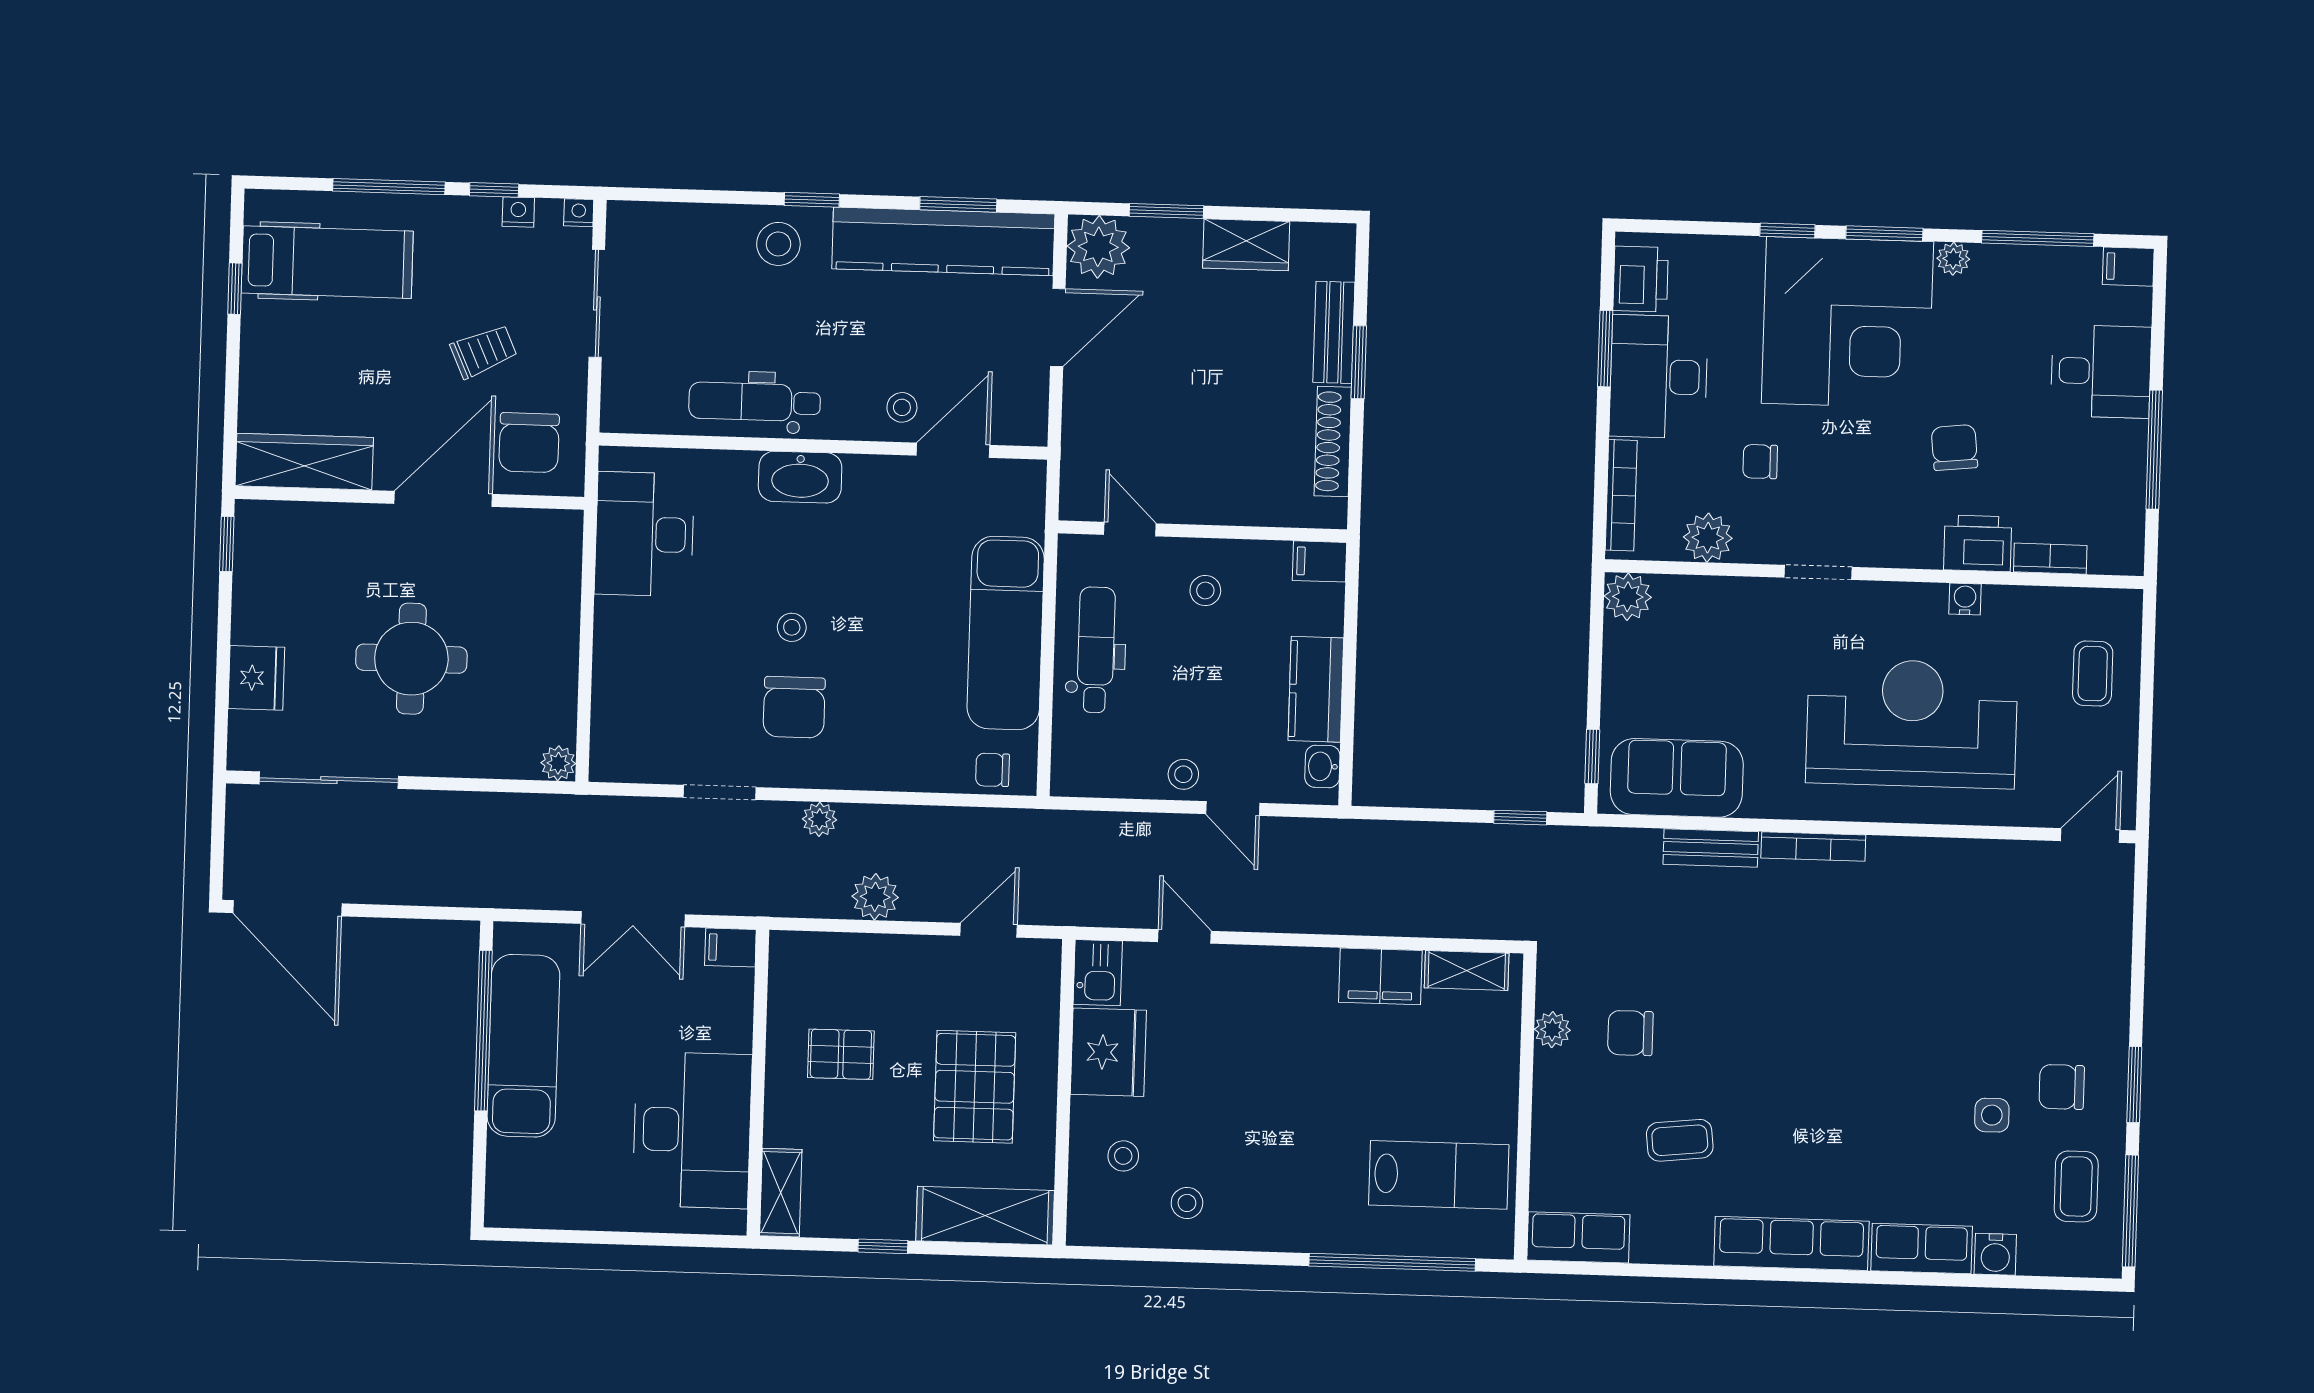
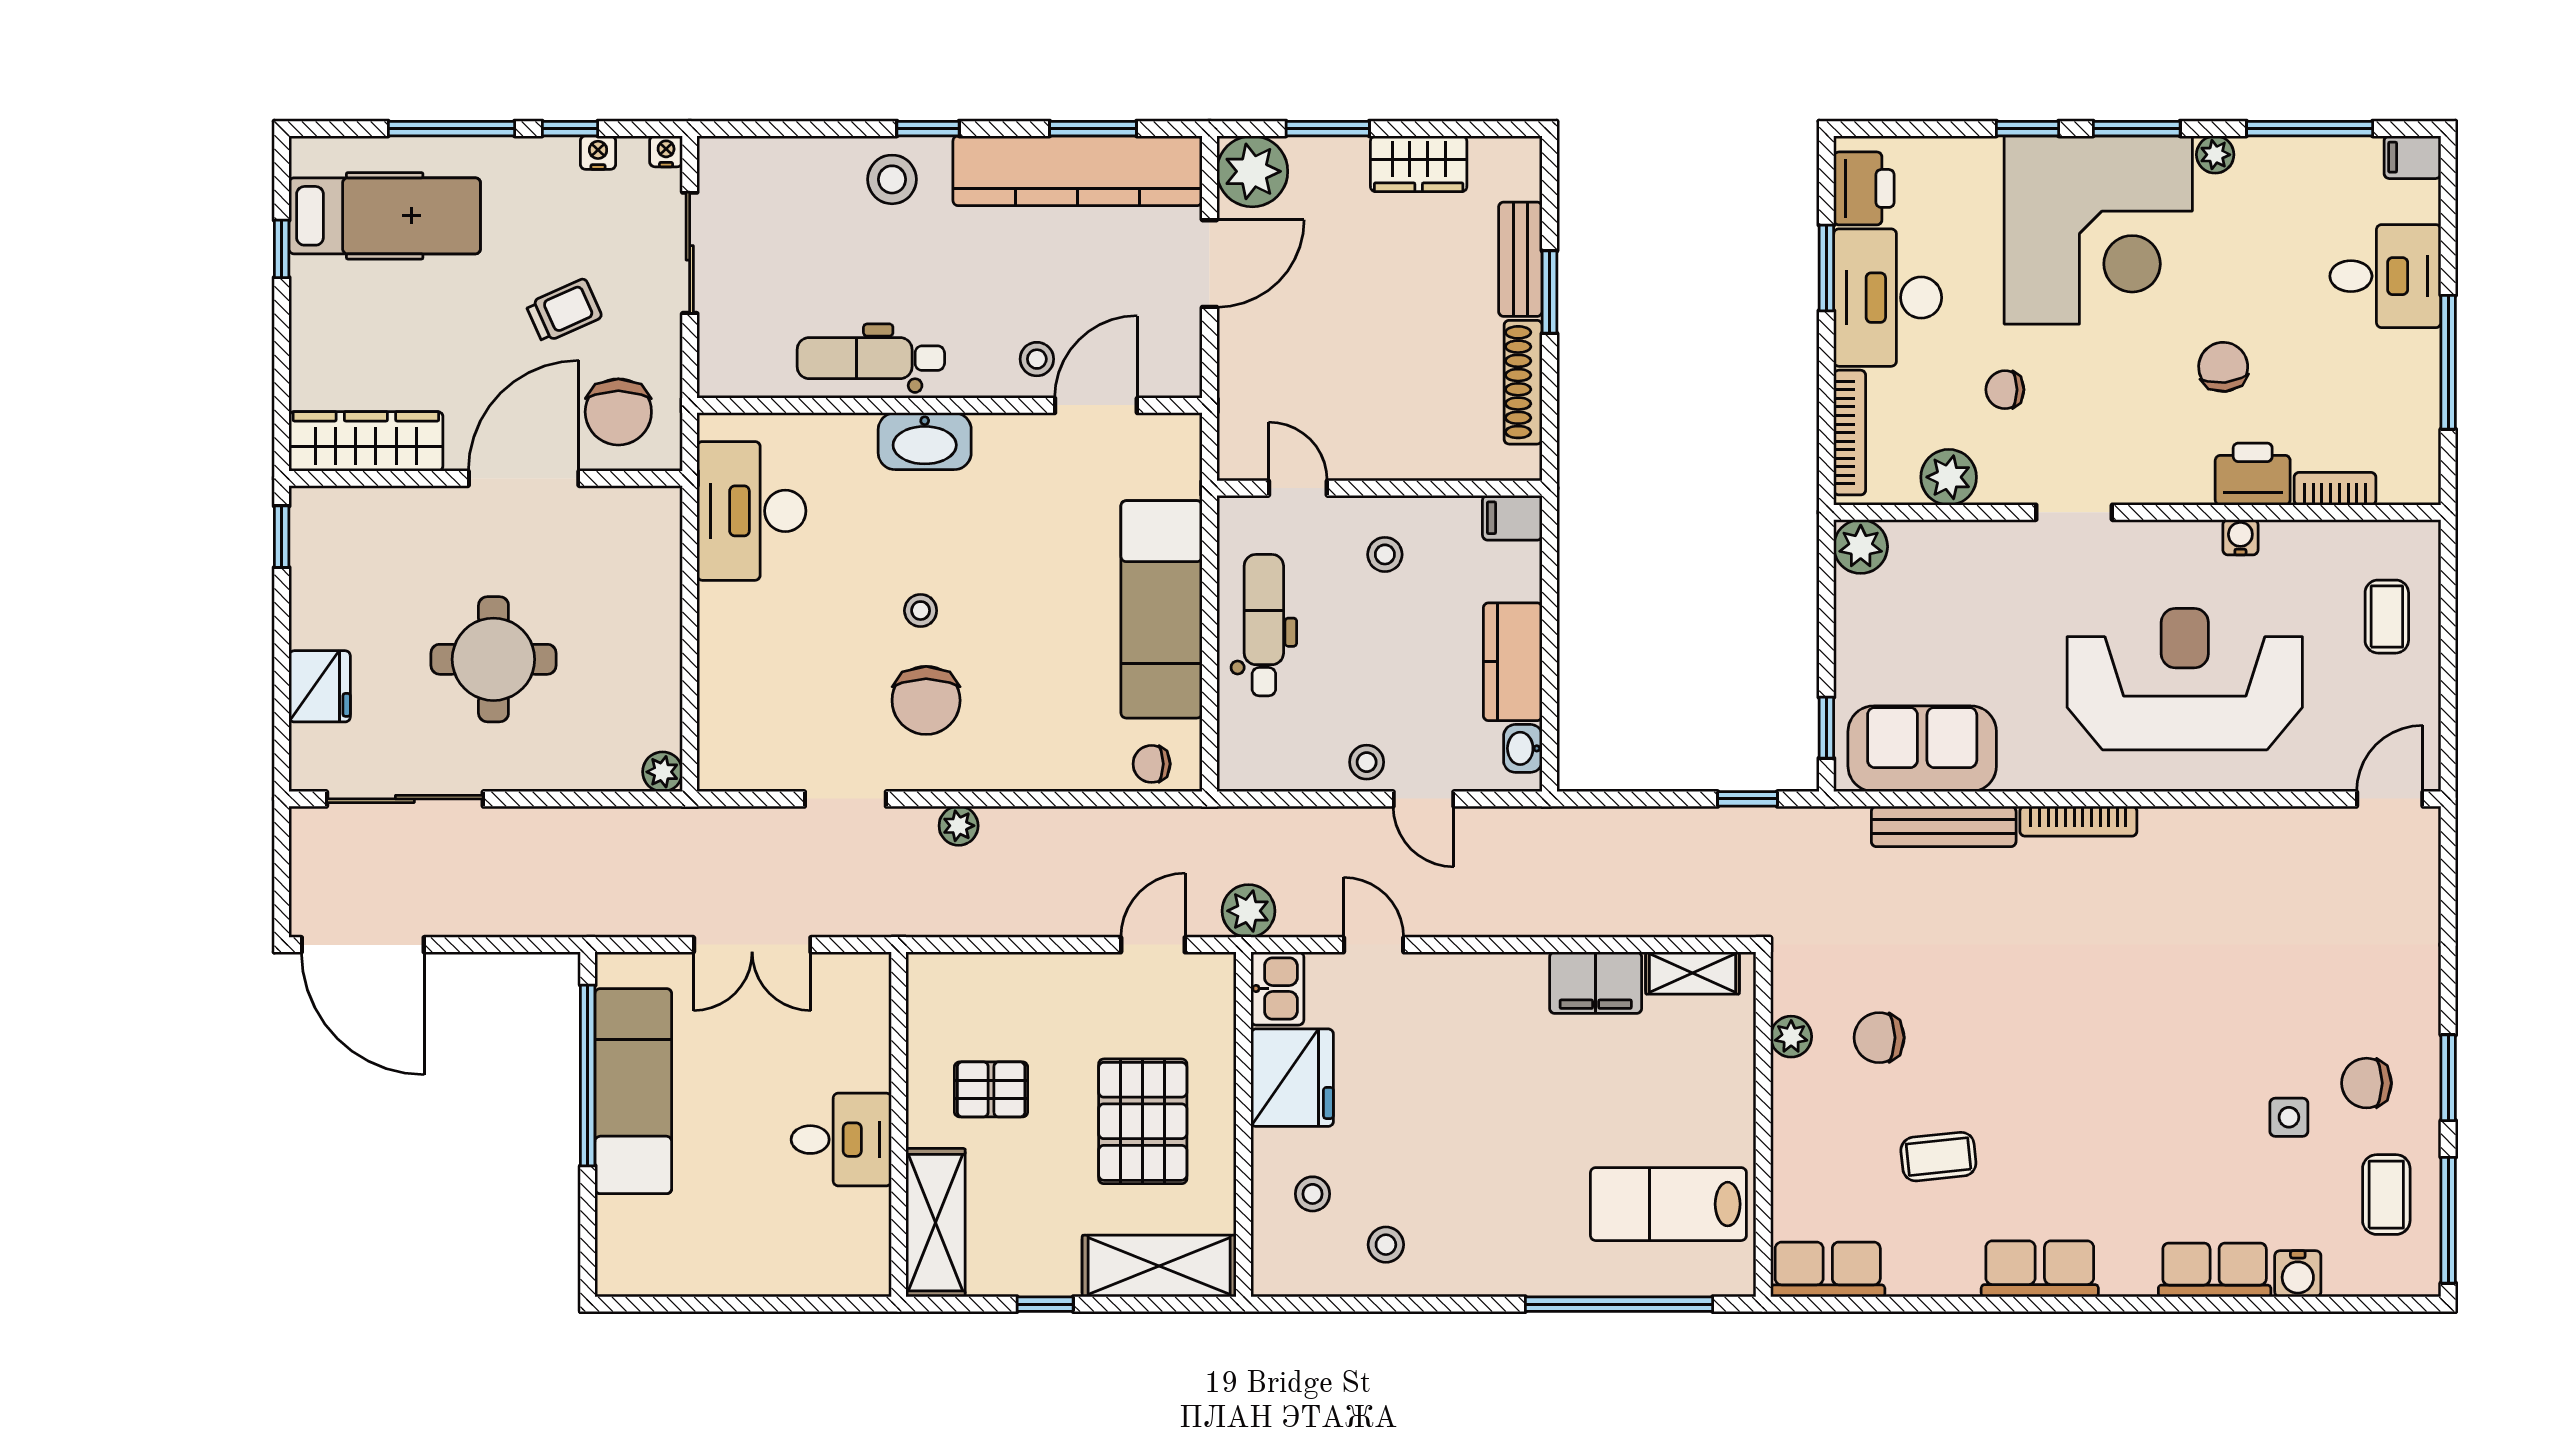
bench: (1711, 848) -> (1944, 826), width x1.36
plant: (875, 897) -> (1248, 911), moved
filing cabinet: (730, 948) -> (863, 973), removed
desk: (692, 1130) -> (841, 1140), width x0.53, depth x0.77
lab bench: (1439, 1175) -> (1668, 1204), turned 180
shelving: (781, 1193) -> (936, 1223), width x1.50, depth x1.33
row of seats: (1791, 1243) -> (2040, 1269), width x0.68

